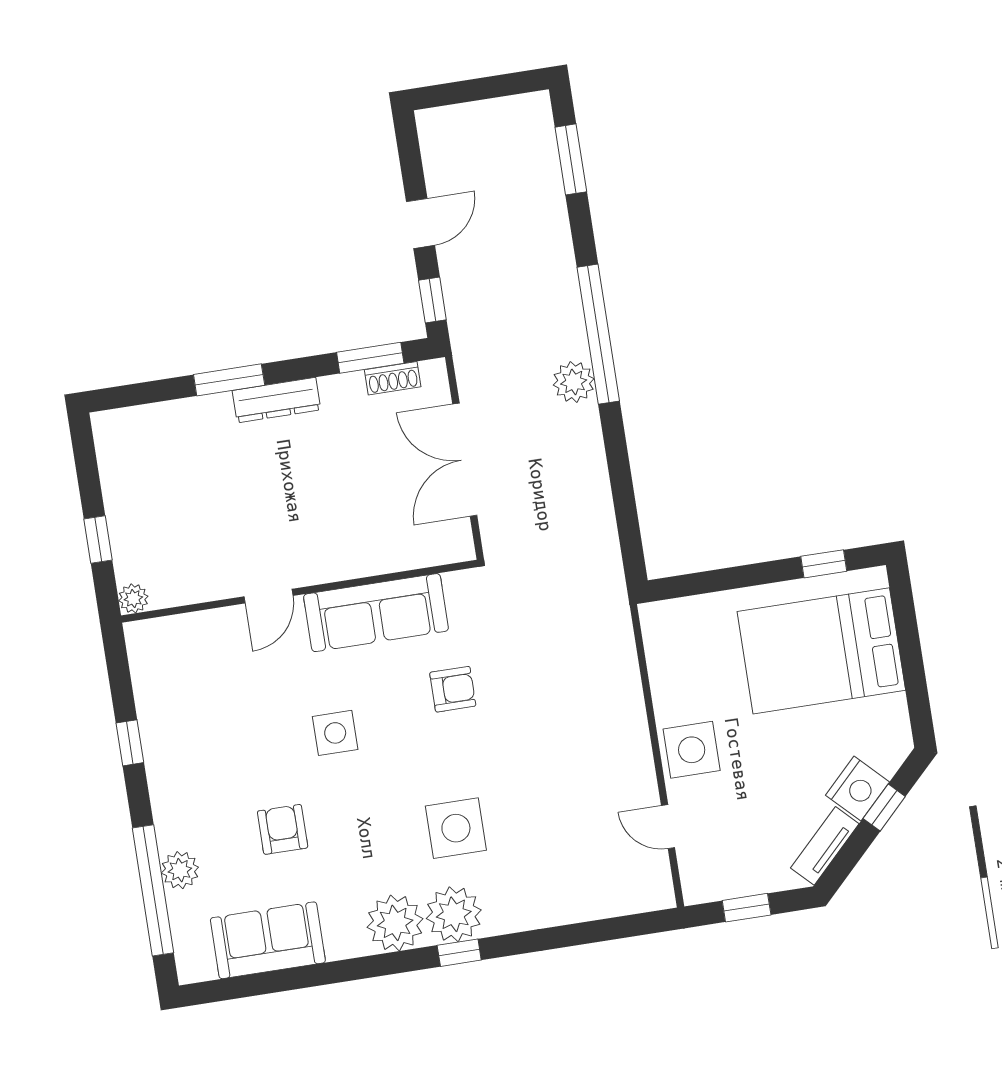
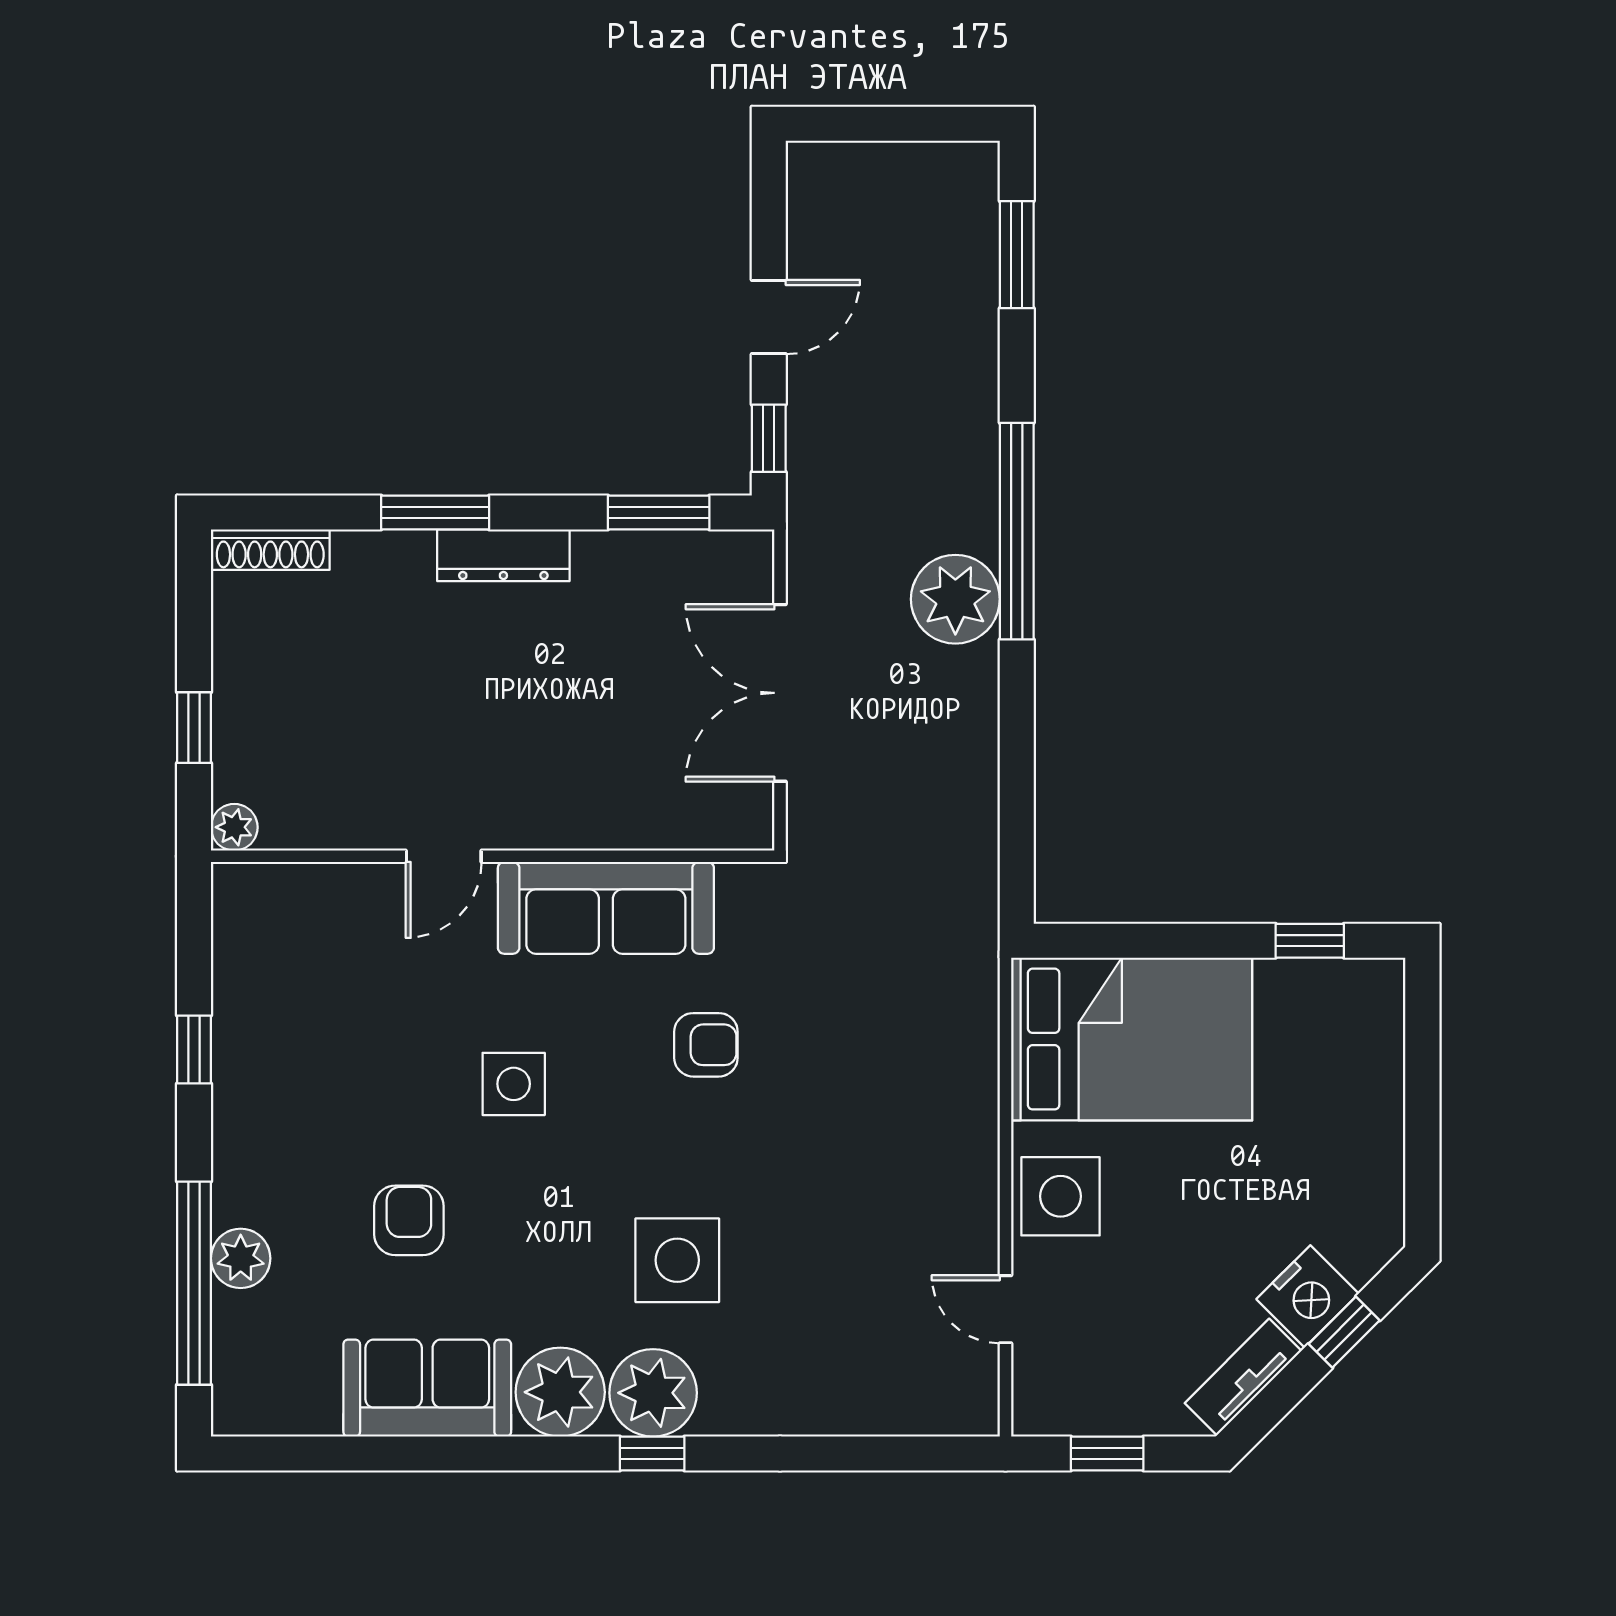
shoe rack: (393, 378) -> (270, 550), moved, width x1.43
plant: (574, 382) -> (955, 599), width x1.36, depth x1.36
bed: (821, 651) -> (1132, 1039), moved, turned 180
sofa: (268, 940) -> (427, 1388), moved

